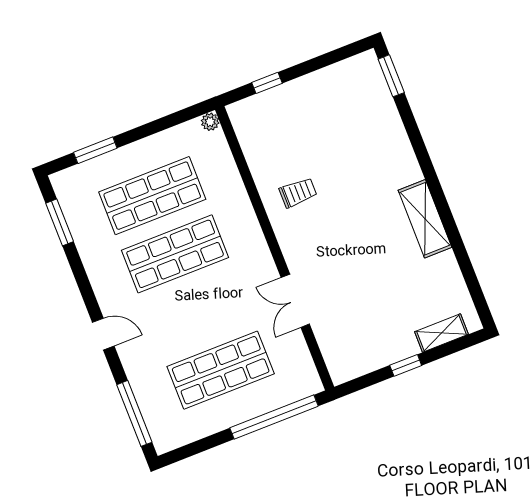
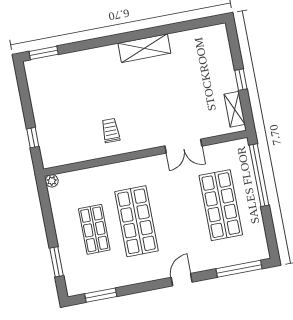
shop shelf: (152, 196) -> (94, 229), width x0.70, depth x0.74
shelving: (441, 333) -> (235, 109), moved

